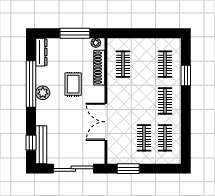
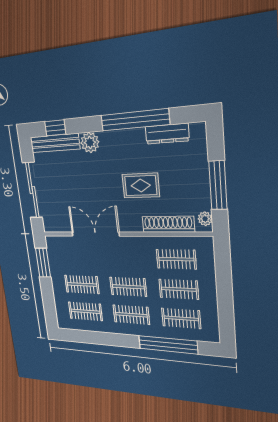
dresser: (41, 52) -> (167, 134), moved
clothes rail: (144, 64) -> (179, 289), added
window: (186, 75) -> (168, 345), width x2.11
plant: (43, 93) -> (90, 142), moved
clothes rail: (144, 101) -> (128, 287), added

